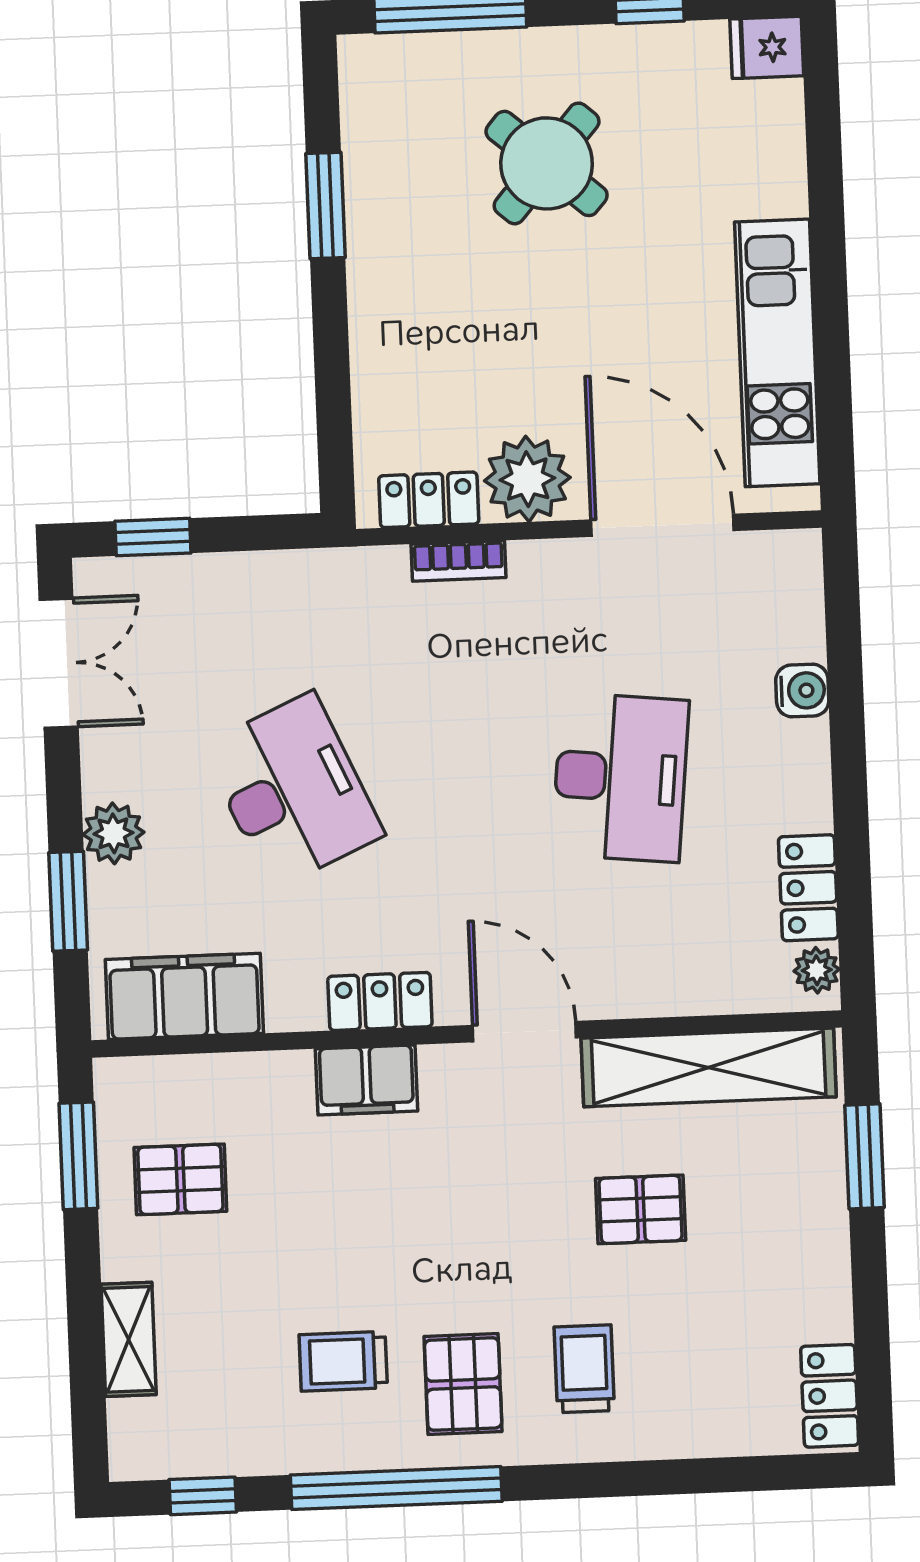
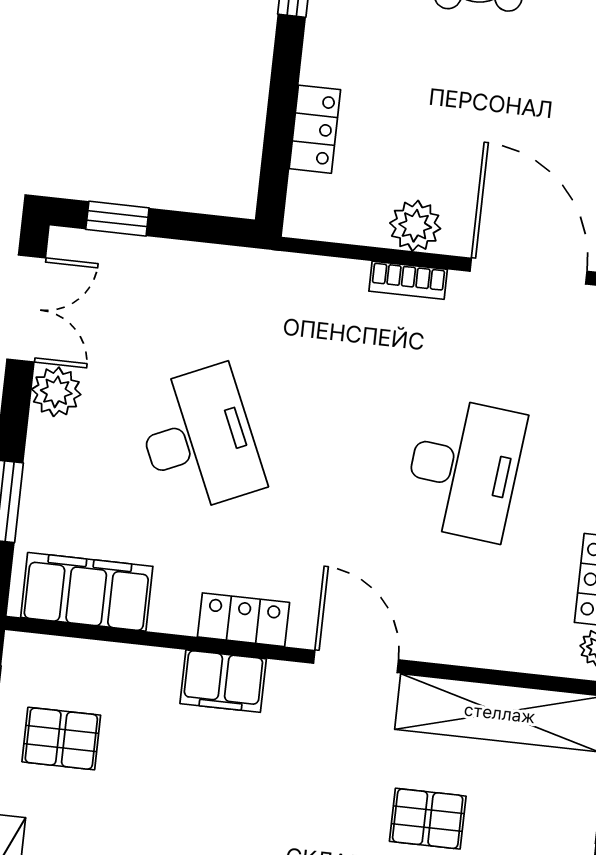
plant: (527, 479) -> (415, 226), width x0.73, depth x0.73
locker: (429, 500) -> (315, 129), moved, turned 90
bookcase: (459, 561) -> (408, 280), moved
plant: (113, 833) -> (56, 392), moved

